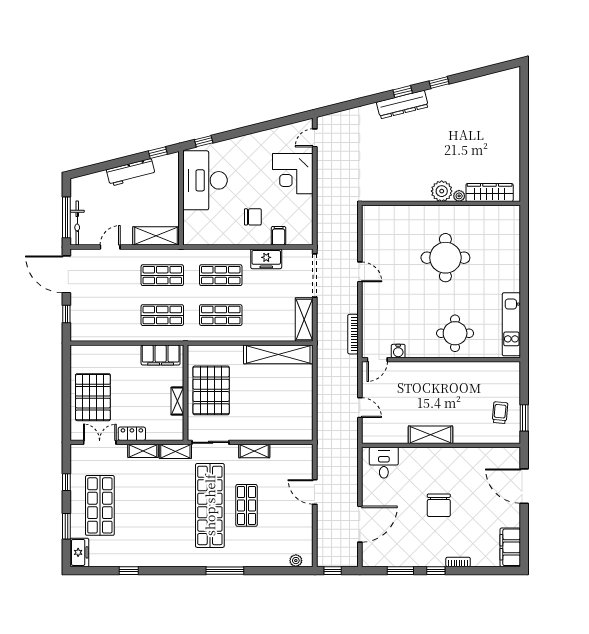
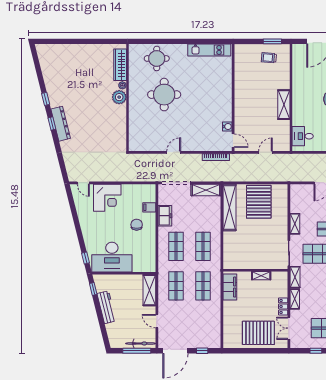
round table: (455, 333) -> (157, 58), moved
pallet: (211, 390) -> (259, 202), moved, turned 90

